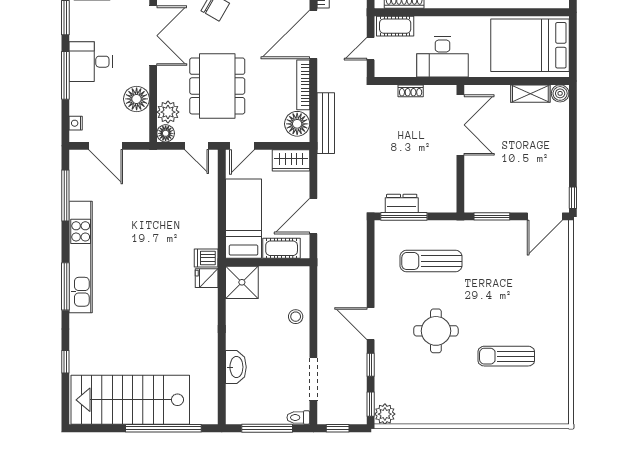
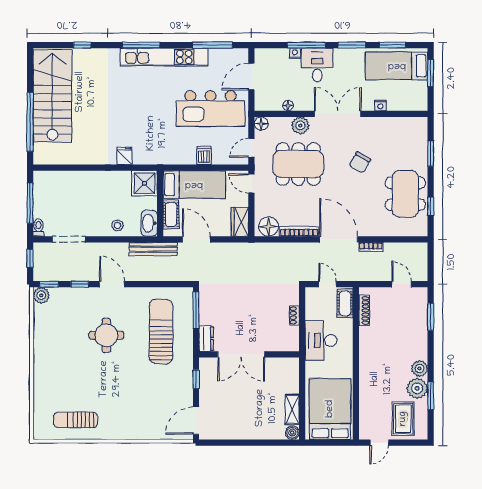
double door: (153, 36) -> (338, 114), swing flipped
floor lamp: (137, 99) -> (288, 105), width x0.53, depth x0.53
plant: (168, 112) -> (300, 125), moved
nightstand: (76, 123) -> (295, 53), moved
bench: (326, 123) -> (153, 249), moved
double door: (460, 125) -> (241, 354), moved
kitchen island: (146, 198) -> (211, 109), added
window: (573, 198) -> (211, 443), removed
dresser: (402, 203) -> (206, 339), moved
window: (492, 216) -> (196, 379), width x0.67
door: (545, 216) -> (196, 421), hinge flipped
dishwasher: (206, 258) -> (204, 155), moved
sun lounger: (431, 261) -> (161, 331), width x1.36, depth x1.34
fridge: (207, 278) -> (124, 156), moved
door: (371, 324) -> (112, 284), hinge flipped
sun lounger: (506, 356) -> (75, 420), moved, turned -90
washbasin: (236, 367) -> (149, 223), moved, turned 90

